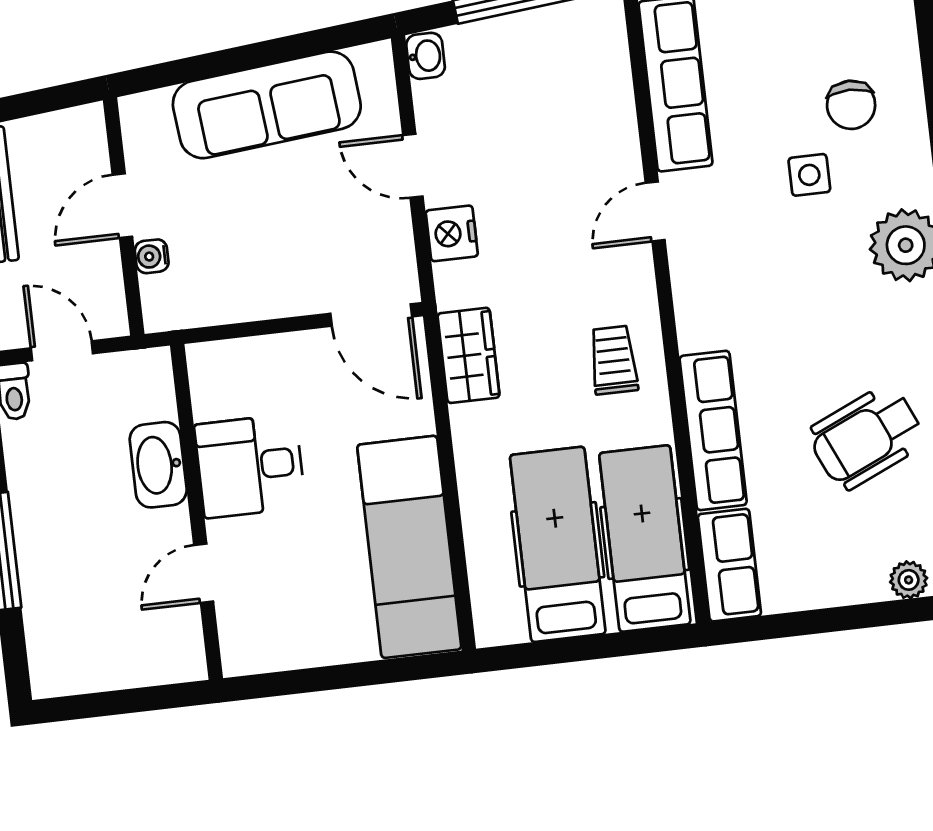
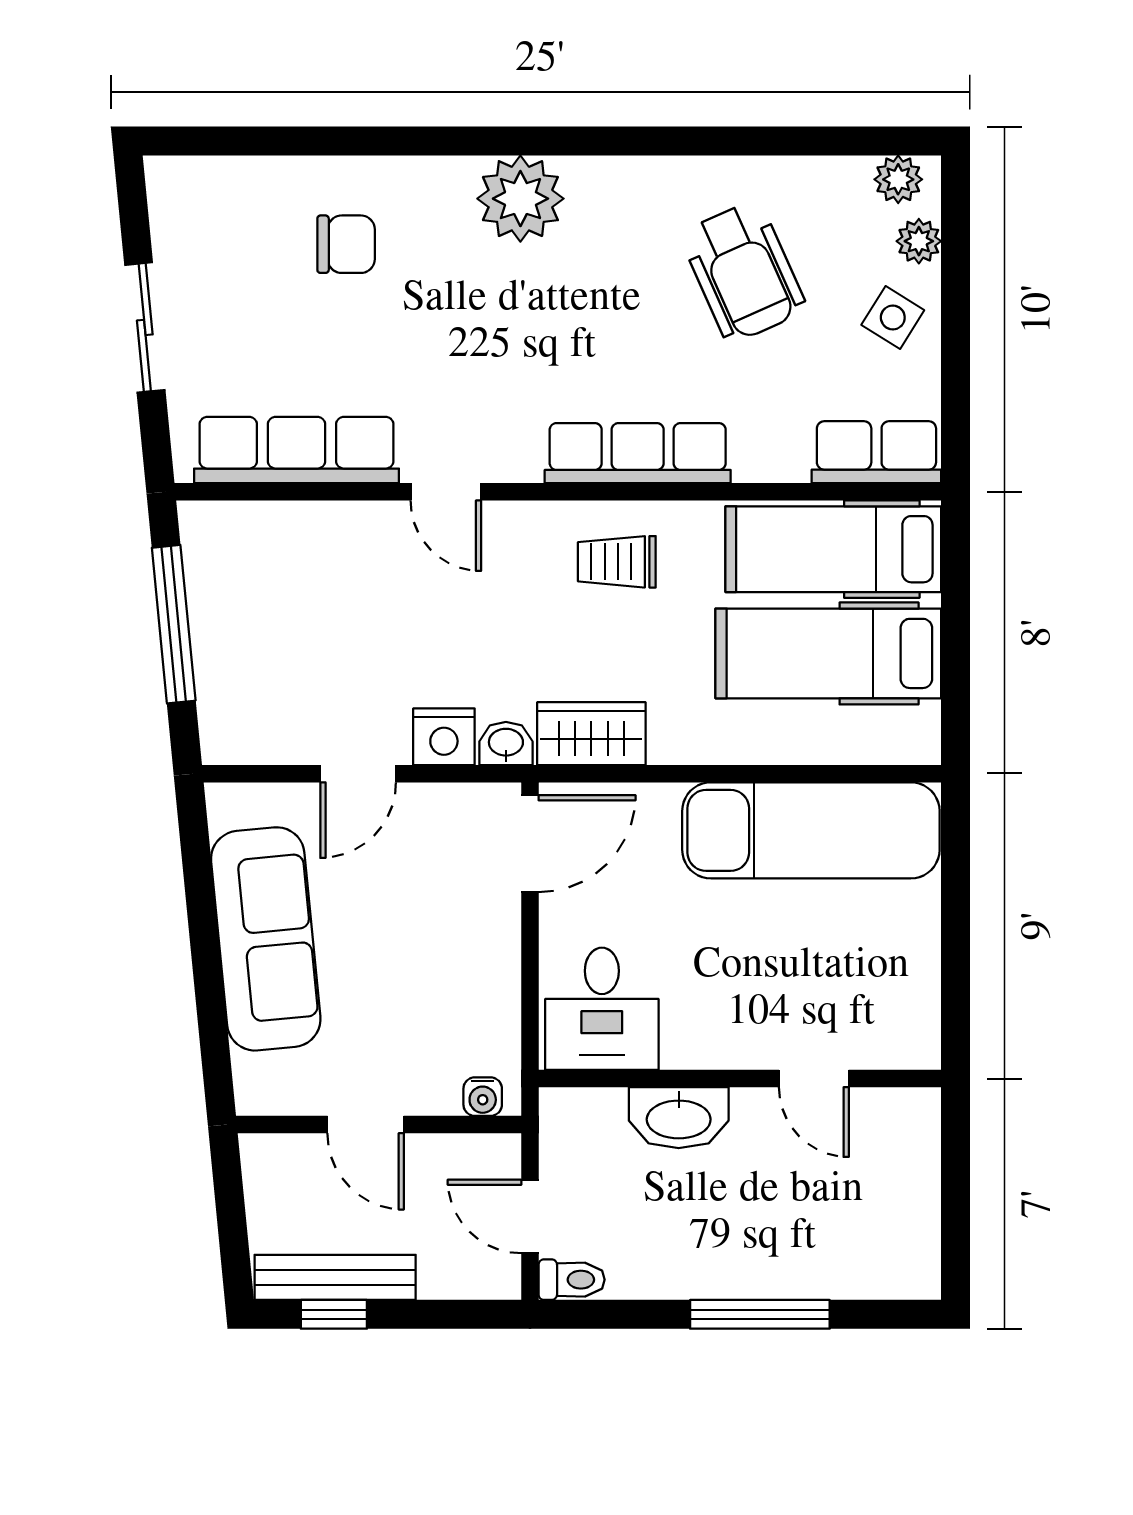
washbasin: (426, 56) -> (506, 743), moved
side table: (809, 175) -> (893, 317), moved, turned 32
water cooler: (152, 256) -> (483, 1097), moved
door: (62, 351) -> (530, 1216), hinge flipped
row of seats: (713, 430) -> (638, 453), moved
desk: (250, 466) -> (602, 1009), moved

